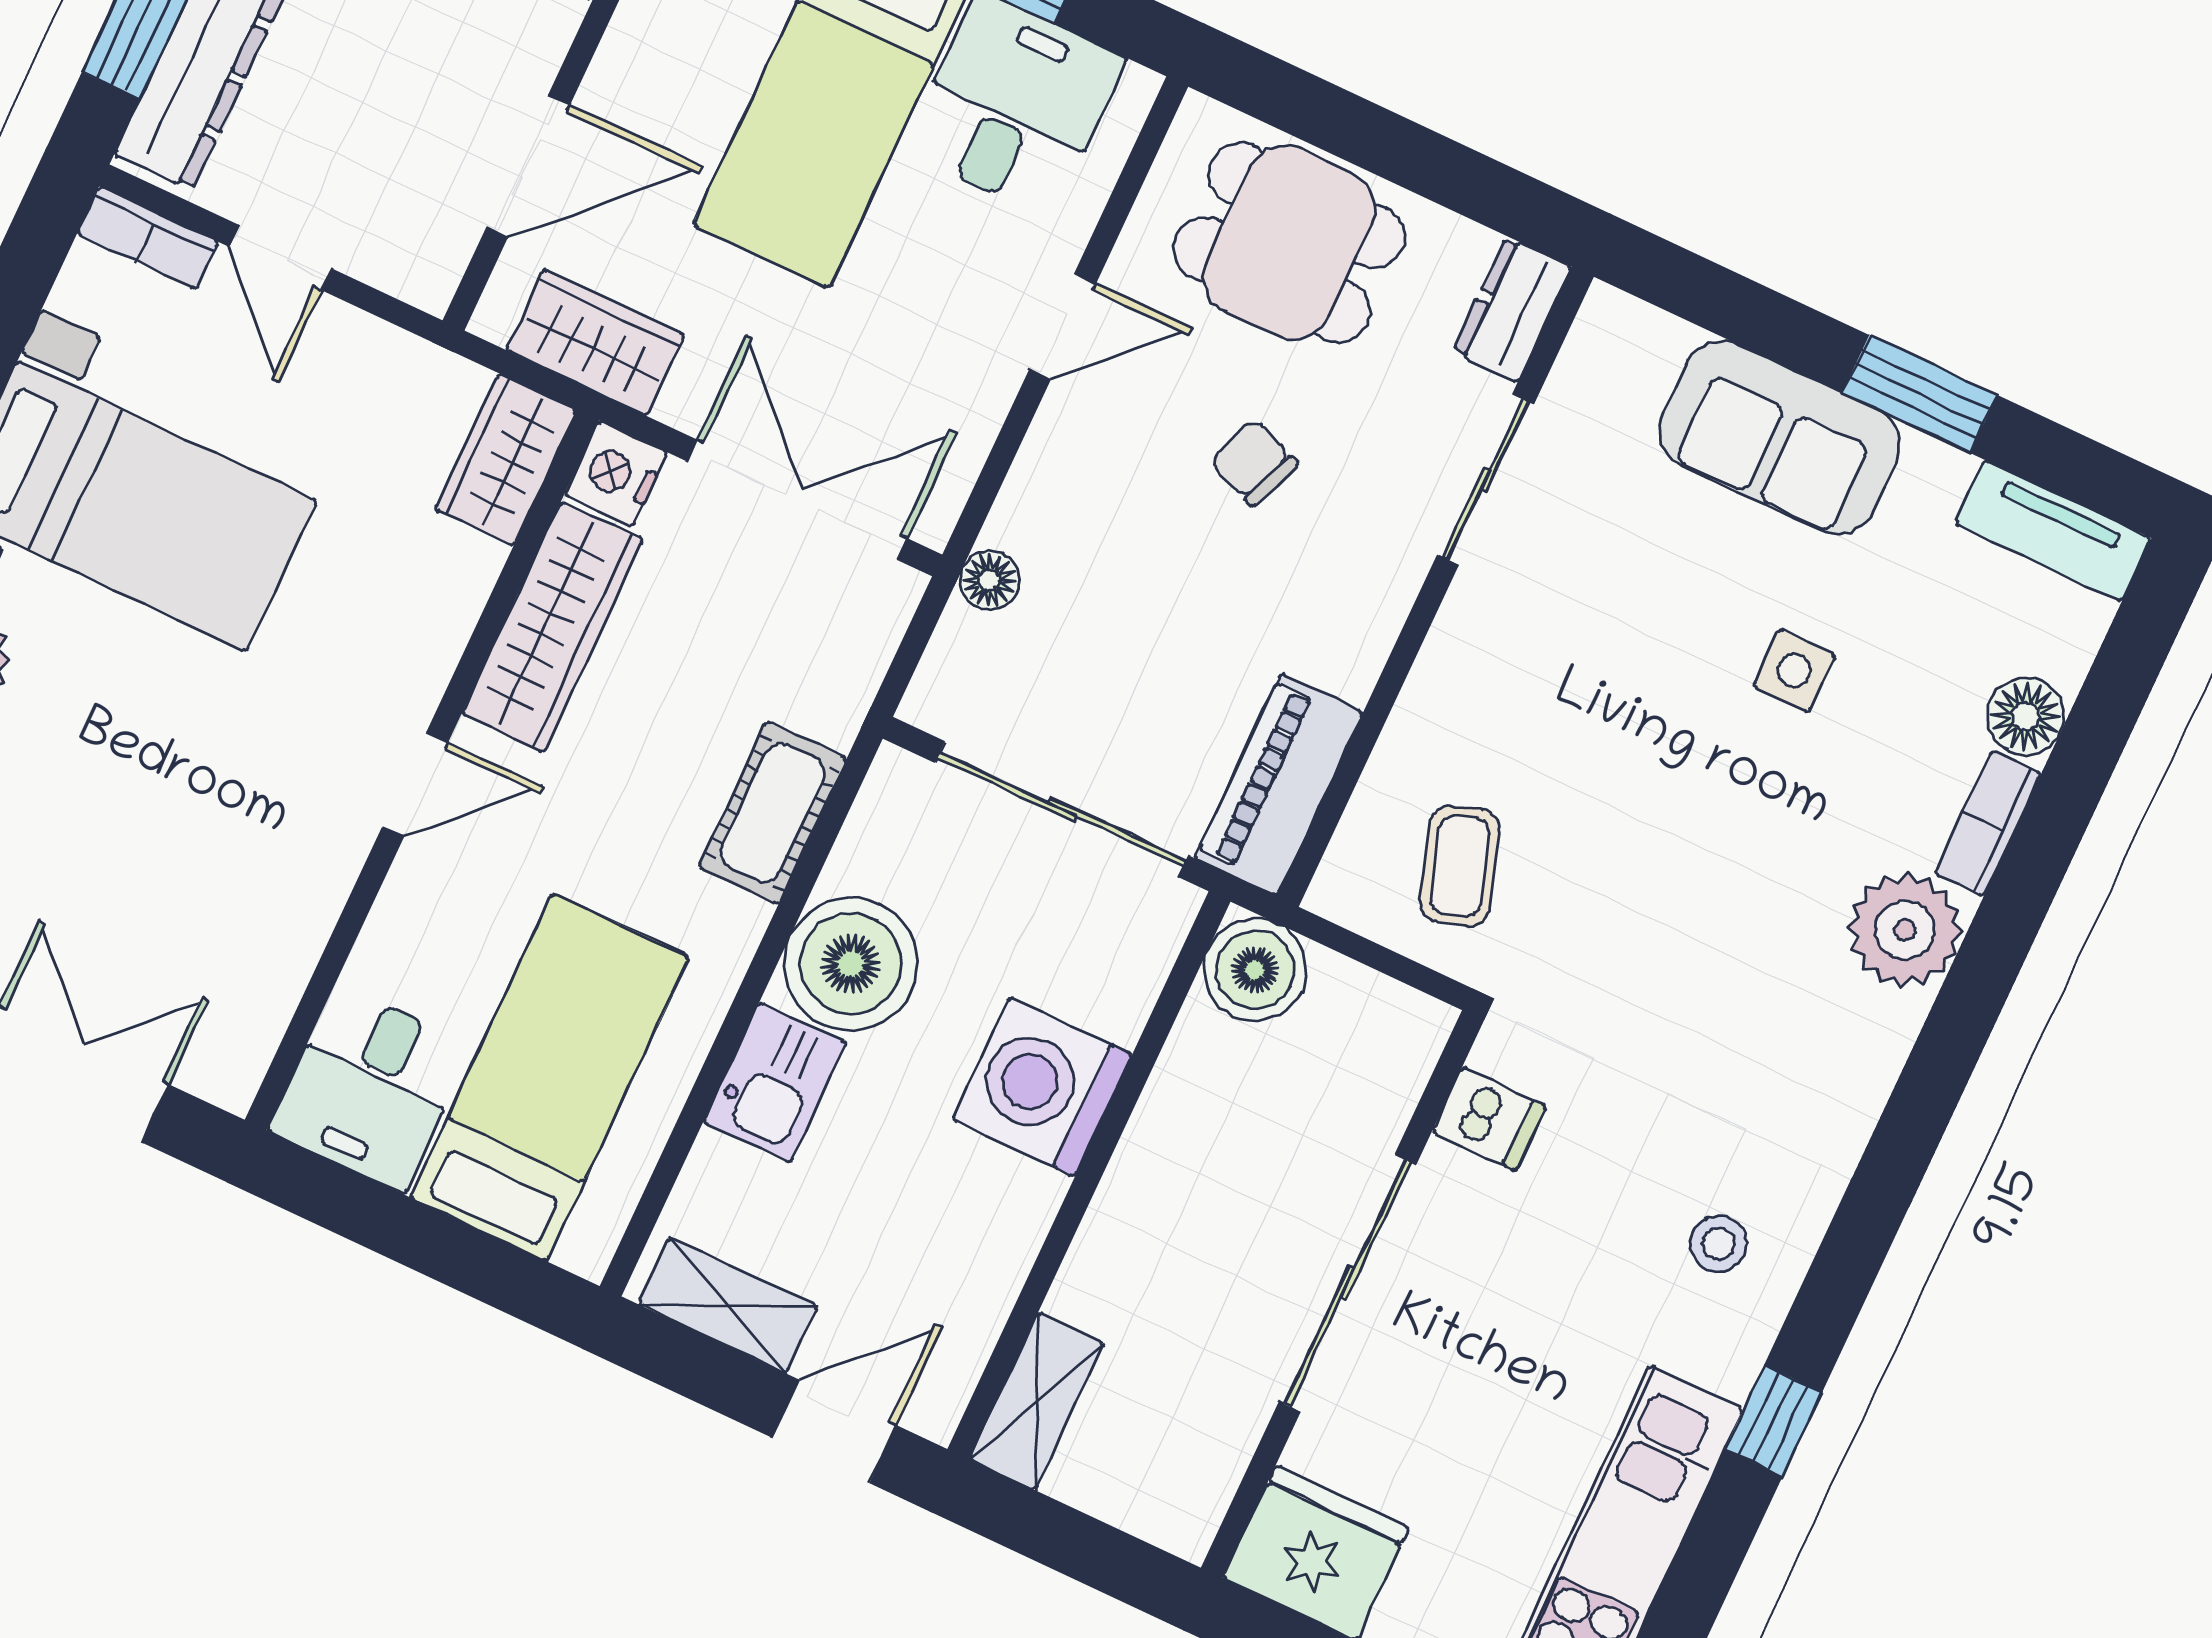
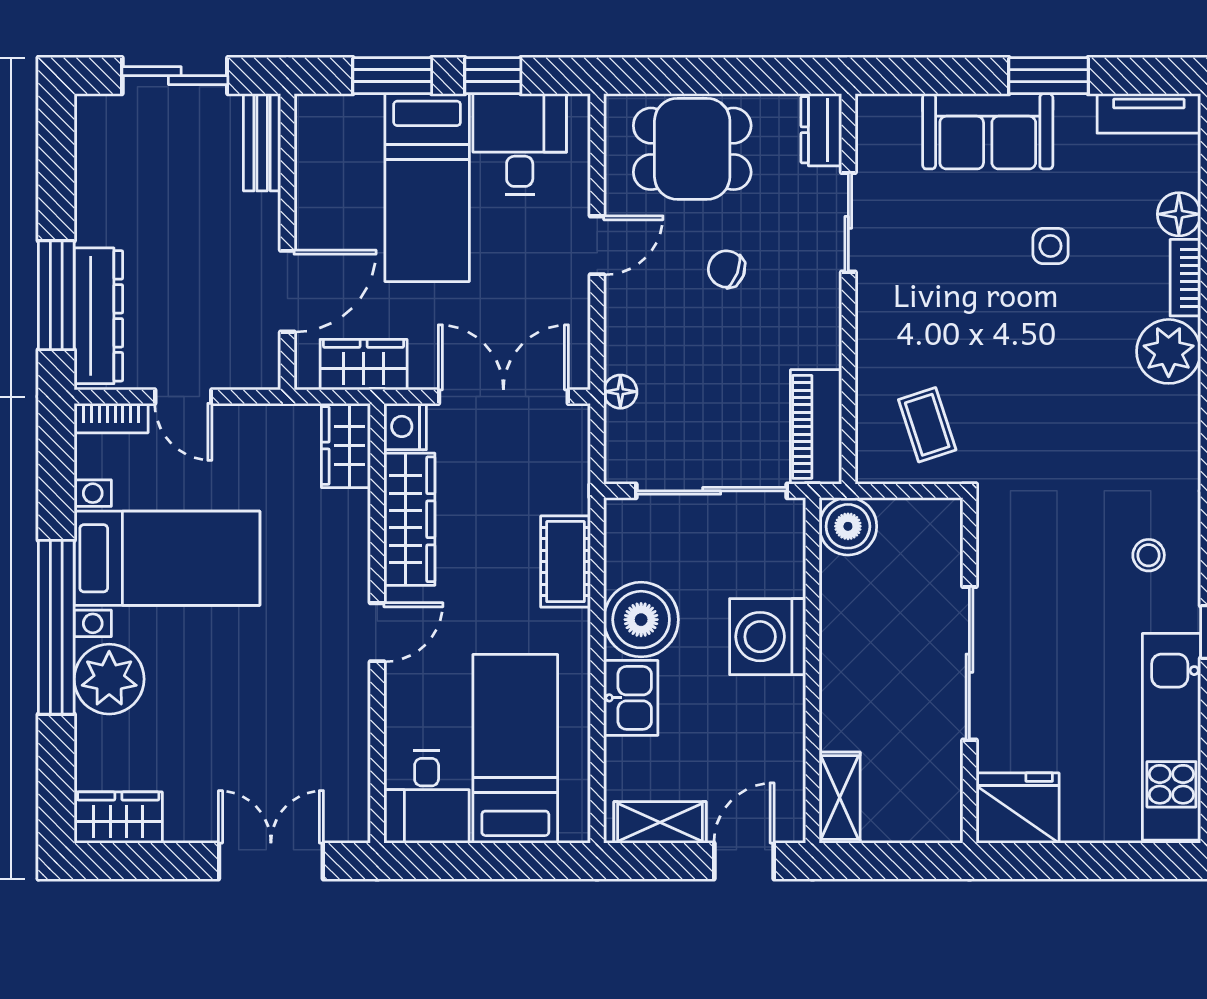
dishwasher: (1489, 1119) -> (1002, 546), removed

